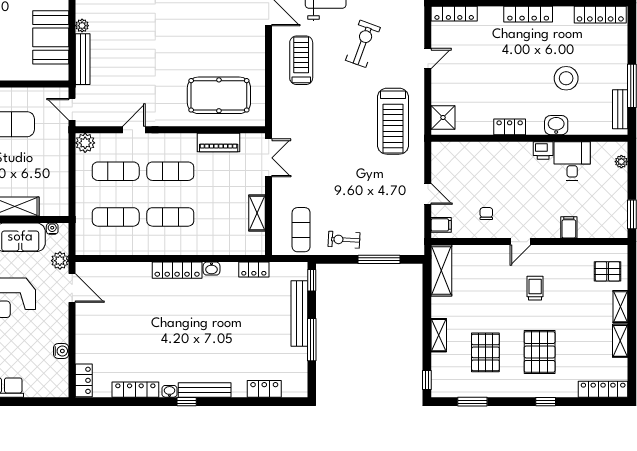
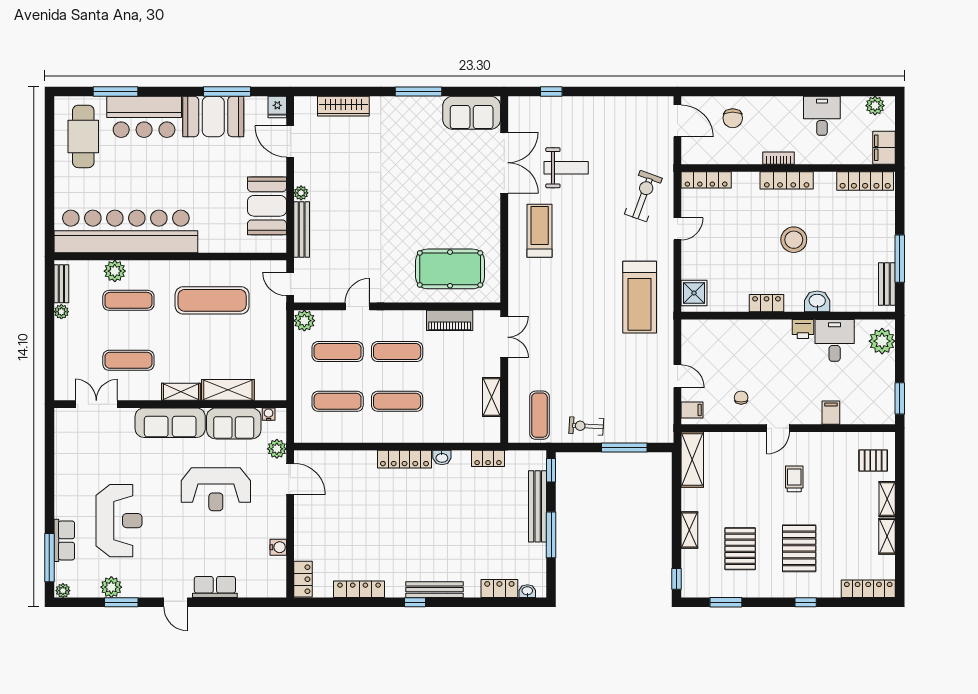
exercise bike: (363, 44) -> (643, 196), moved
stool: (566, 78) -> (794, 240), moved
plant: (621, 162) -> (882, 341), width x1.88, depth x1.88
washbasin: (169, 391) -> (527, 591), moved

